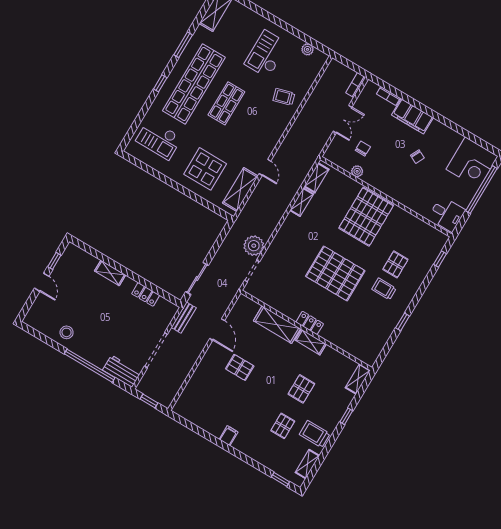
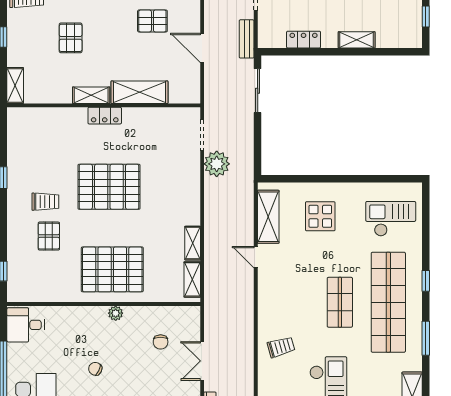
display table: (205, 169) -> (320, 216), width x0.73, depth x0.73
plant: (357, 171) -> (116, 313), moved
pallet: (366, 217) -> (112, 269), turned 90

